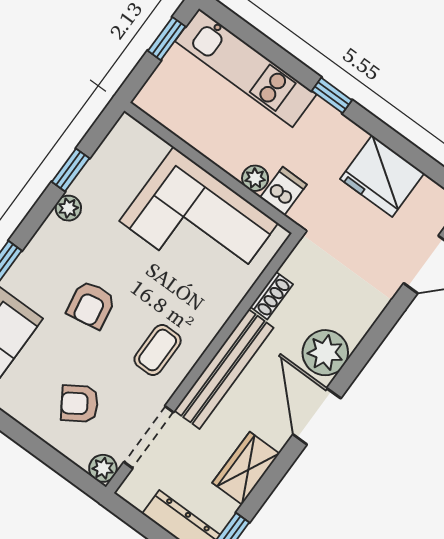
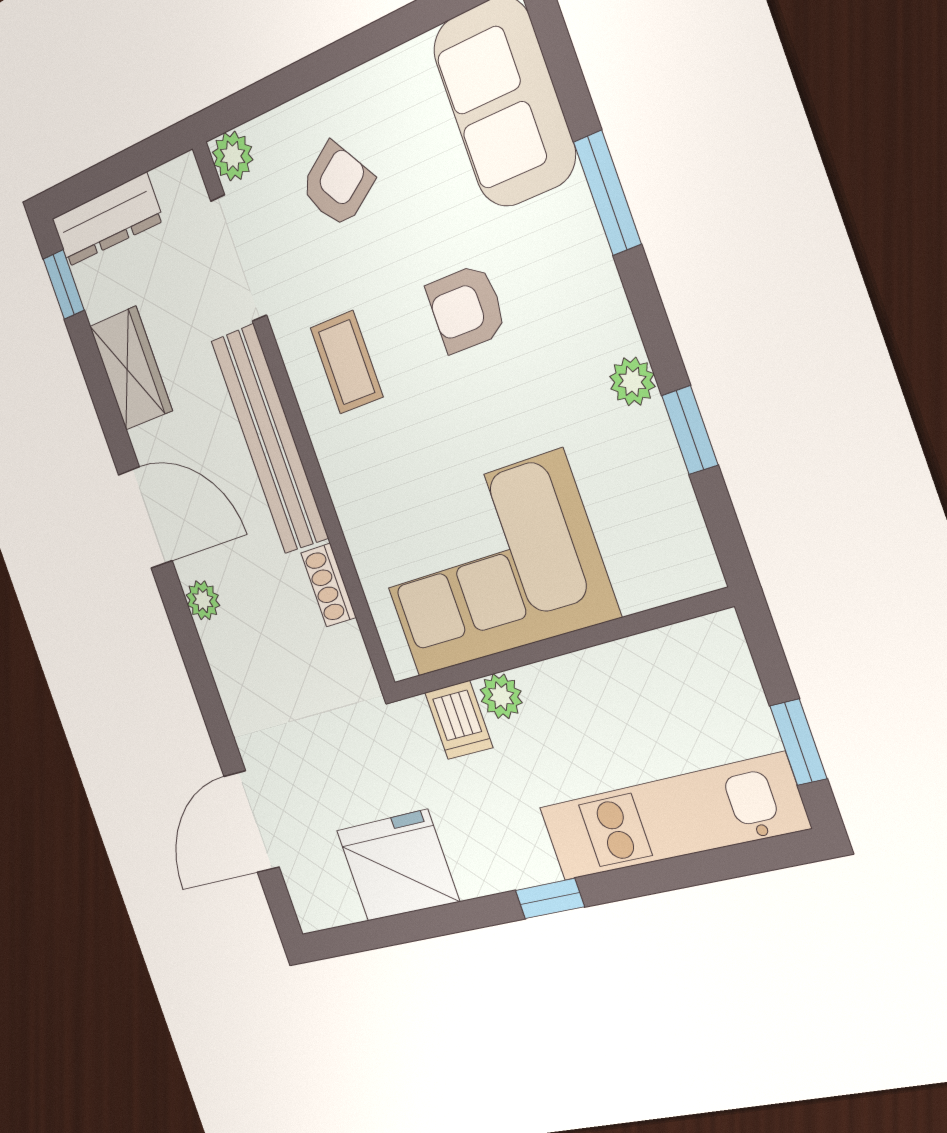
armchair: (91, 305) -> (466, 309), turned -80
plant: (325, 353) -> (203, 600), width x0.53, depth x0.53

